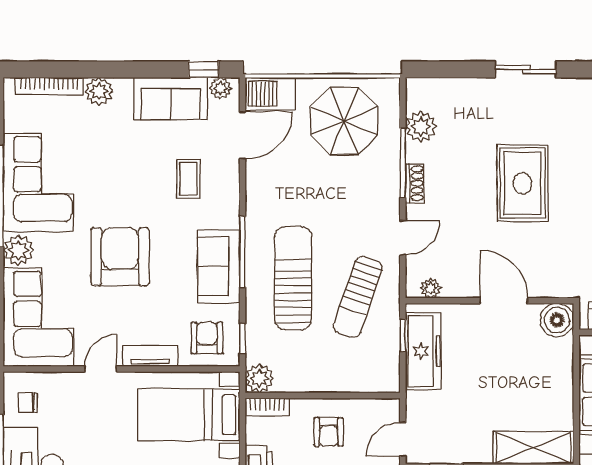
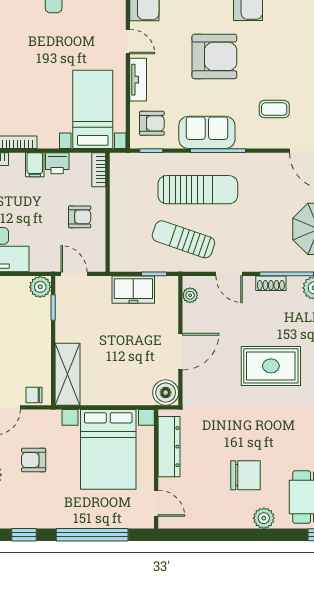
freezer: (423, 351) -> (133, 290), width x0.71
plant: (259, 378) -> (121, 164), removed
armchair: (329, 432) -> (80, 217), turned 180

